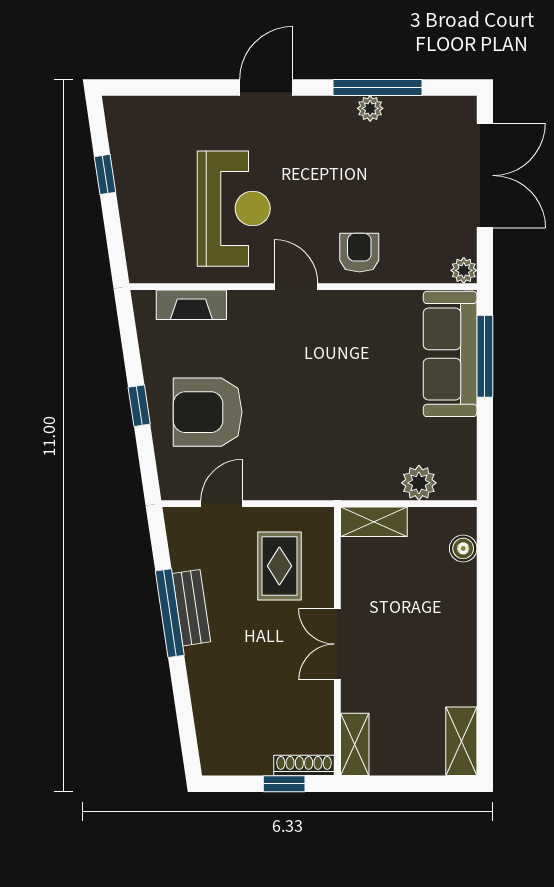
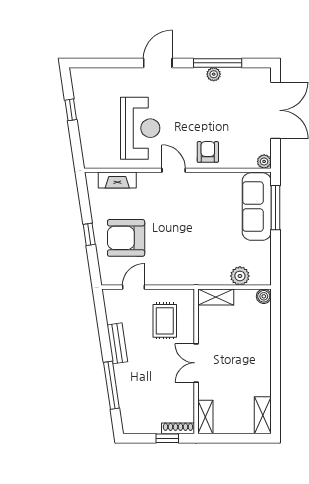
boiler: (463, 548) -> (264, 296), moved
window: (170, 613) -> (111, 385), moved

